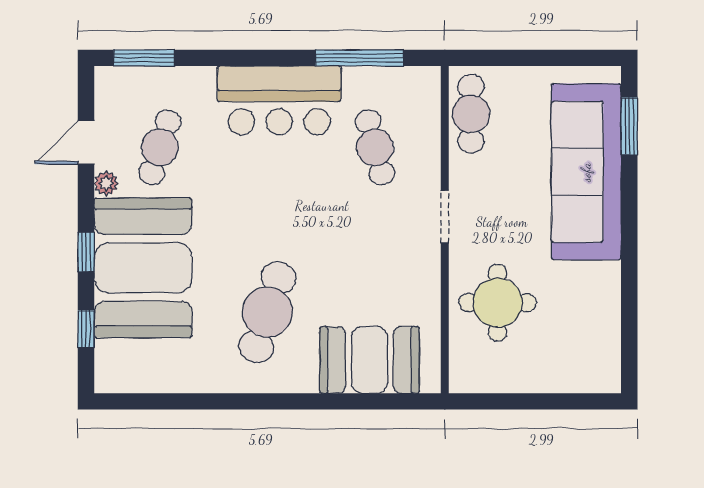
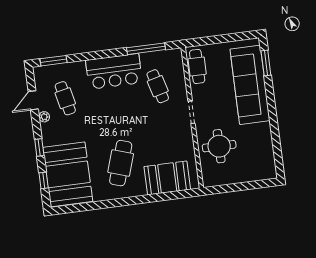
cafe table: (160, 147) -> (65, 98), turned -30
booth: (143, 268) -> (68, 174), moved

